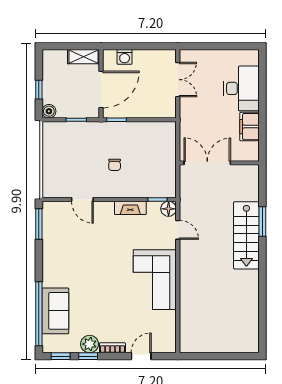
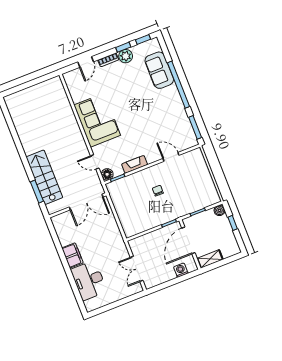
double door: (207, 163) -> (86, 202), moved
wall: (219, 163) -> (78, 205), moved
window: (39, 314) -> (178, 85), moved

